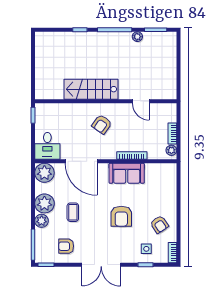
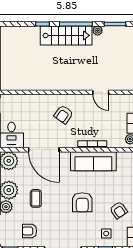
stairs: (91, 89) -> (66, 35), moved, turned 180
sofa: (127, 173) -> (93, 161), width x1.36

